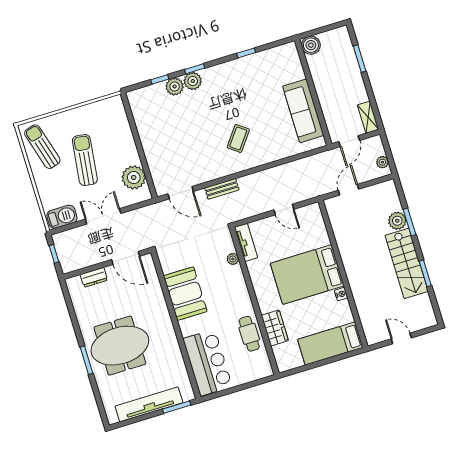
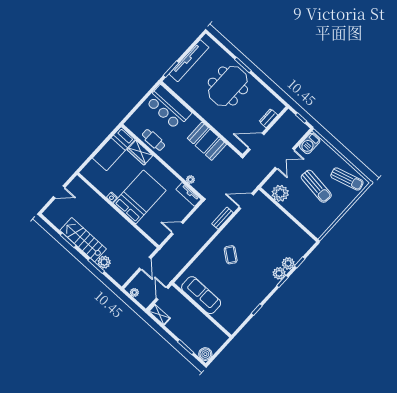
boiler: (311, 45) -> (205, 354), moved
bed: (330, 344) -> (114, 149), moved, turned 180

